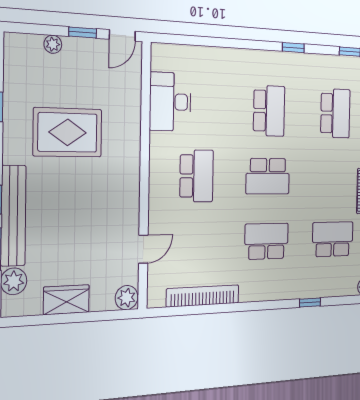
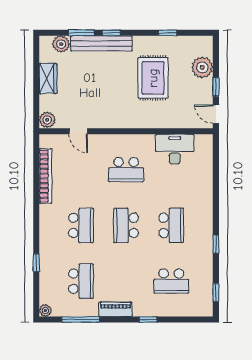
plant: (53, 44) -> (202, 67), width x1.88, depth x1.88
school desk: (269, 111) -> (171, 225), turned -90

